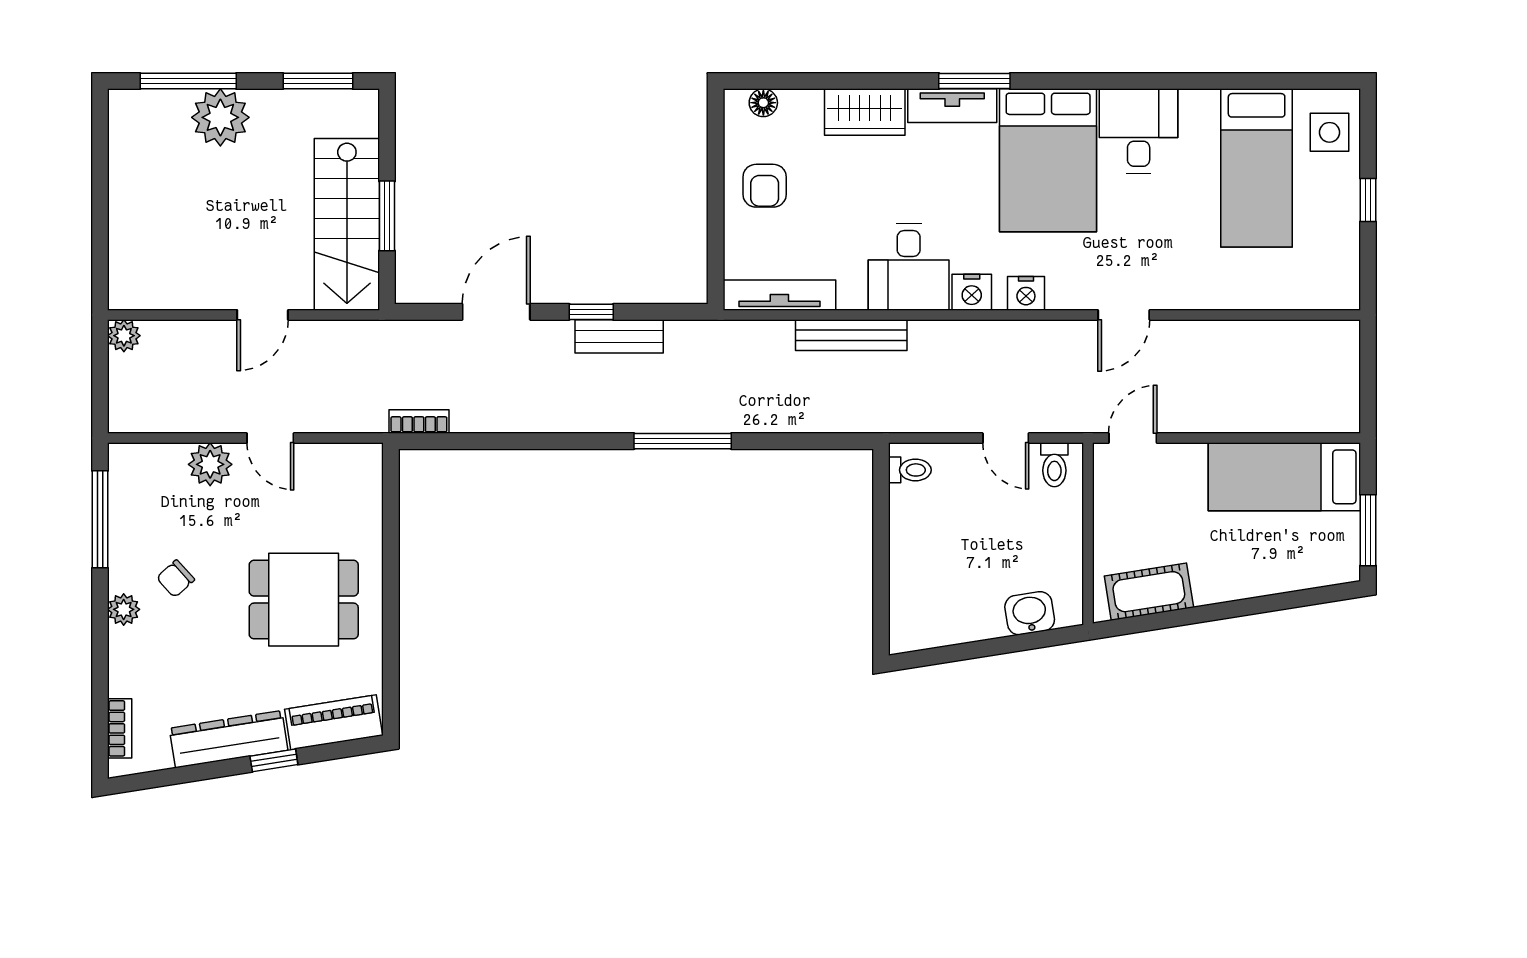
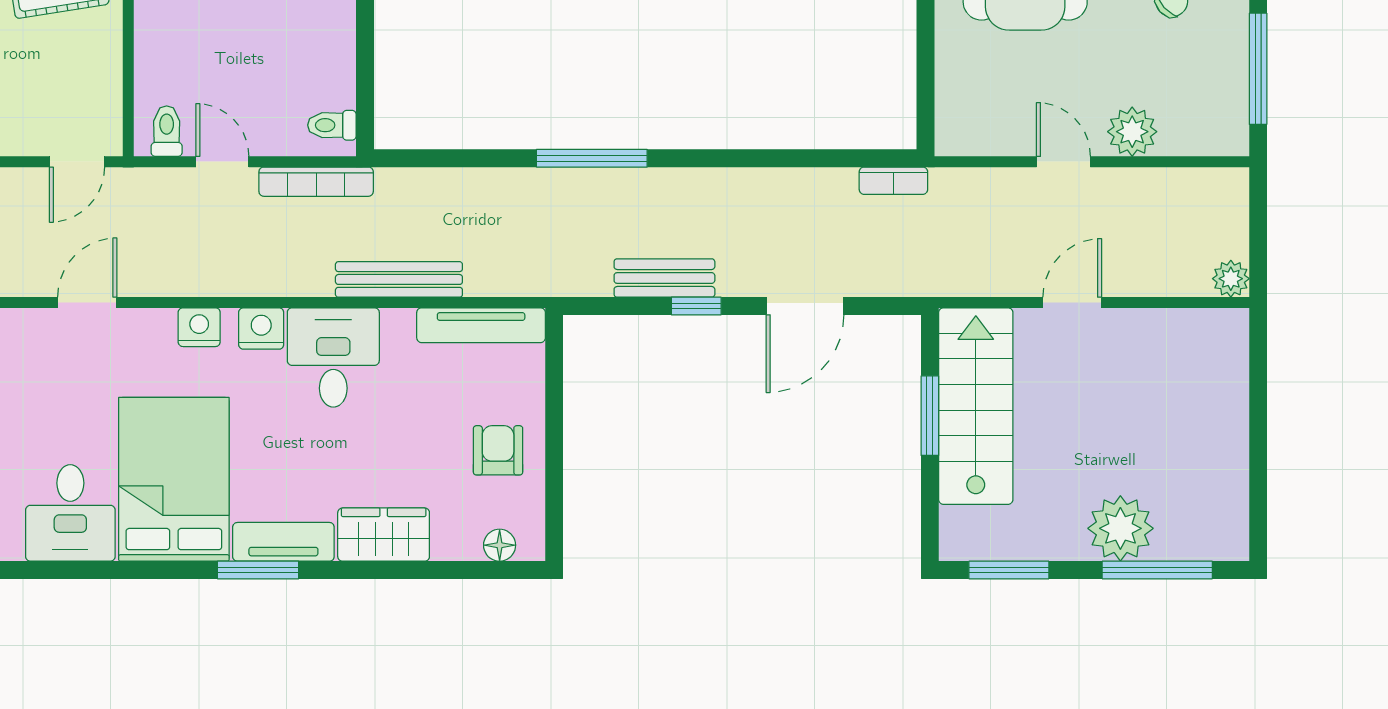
bookcase: (924, 421) -> (316, 182), added

